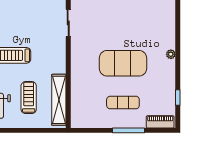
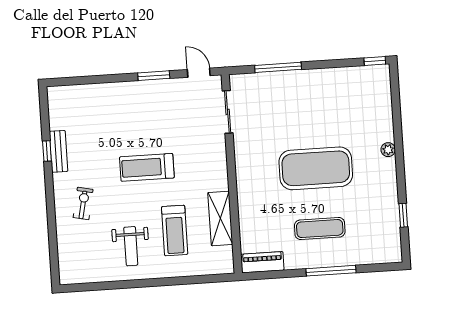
treadmill: (29, 98) -> (175, 231), turned 180
shelving: (59, 100) -> (220, 218), width x0.68
piano: (160, 122) -> (262, 262), moved

